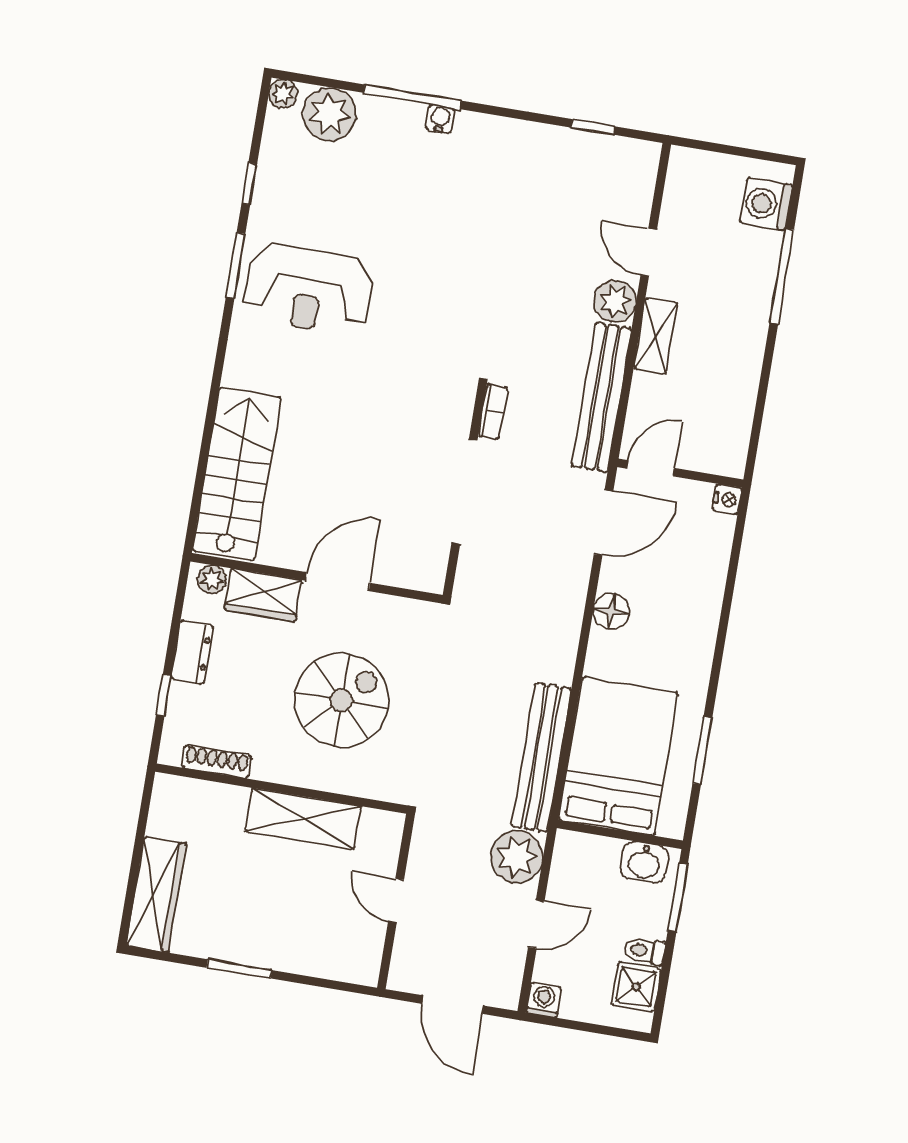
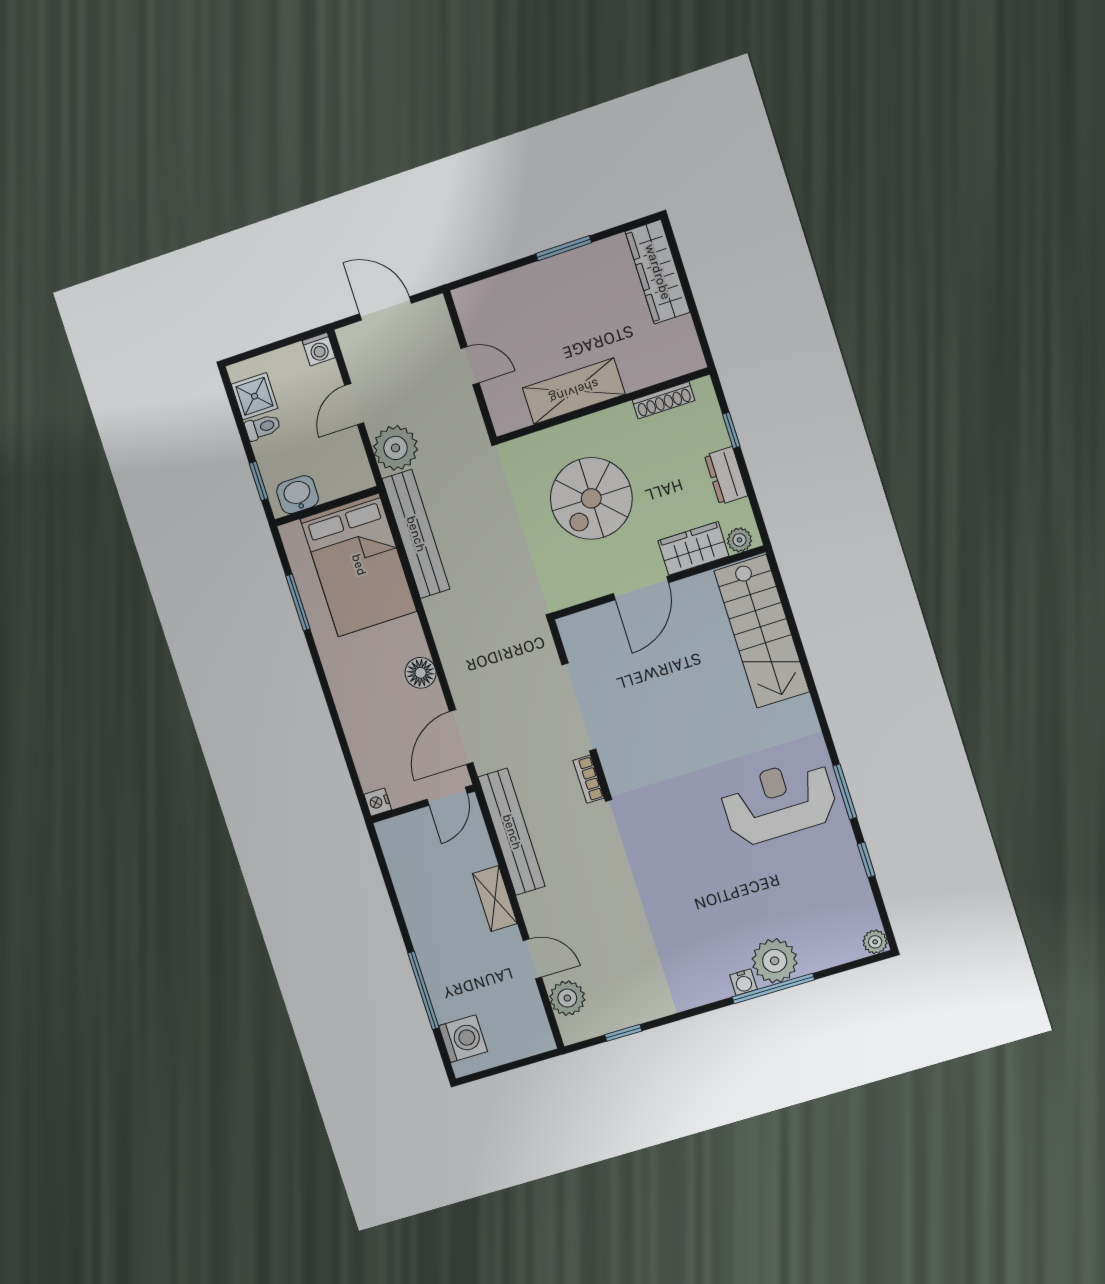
plant: (330, 114) -> (775, 961), moved
plant: (615, 301) -> (567, 998), moved
window: (678, 898) -> (259, 481), width x0.67

